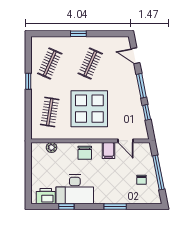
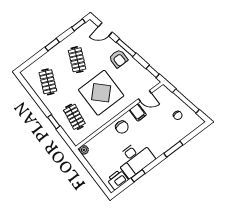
window: (115, 34) -> (78, 25), added
window: (28, 81) -> (54, 122), moved
armchair: (127, 90) -> (118, 59), added
window: (147, 112) -> (153, 71), moved
plant: (52, 147) -> (84, 150), moved

